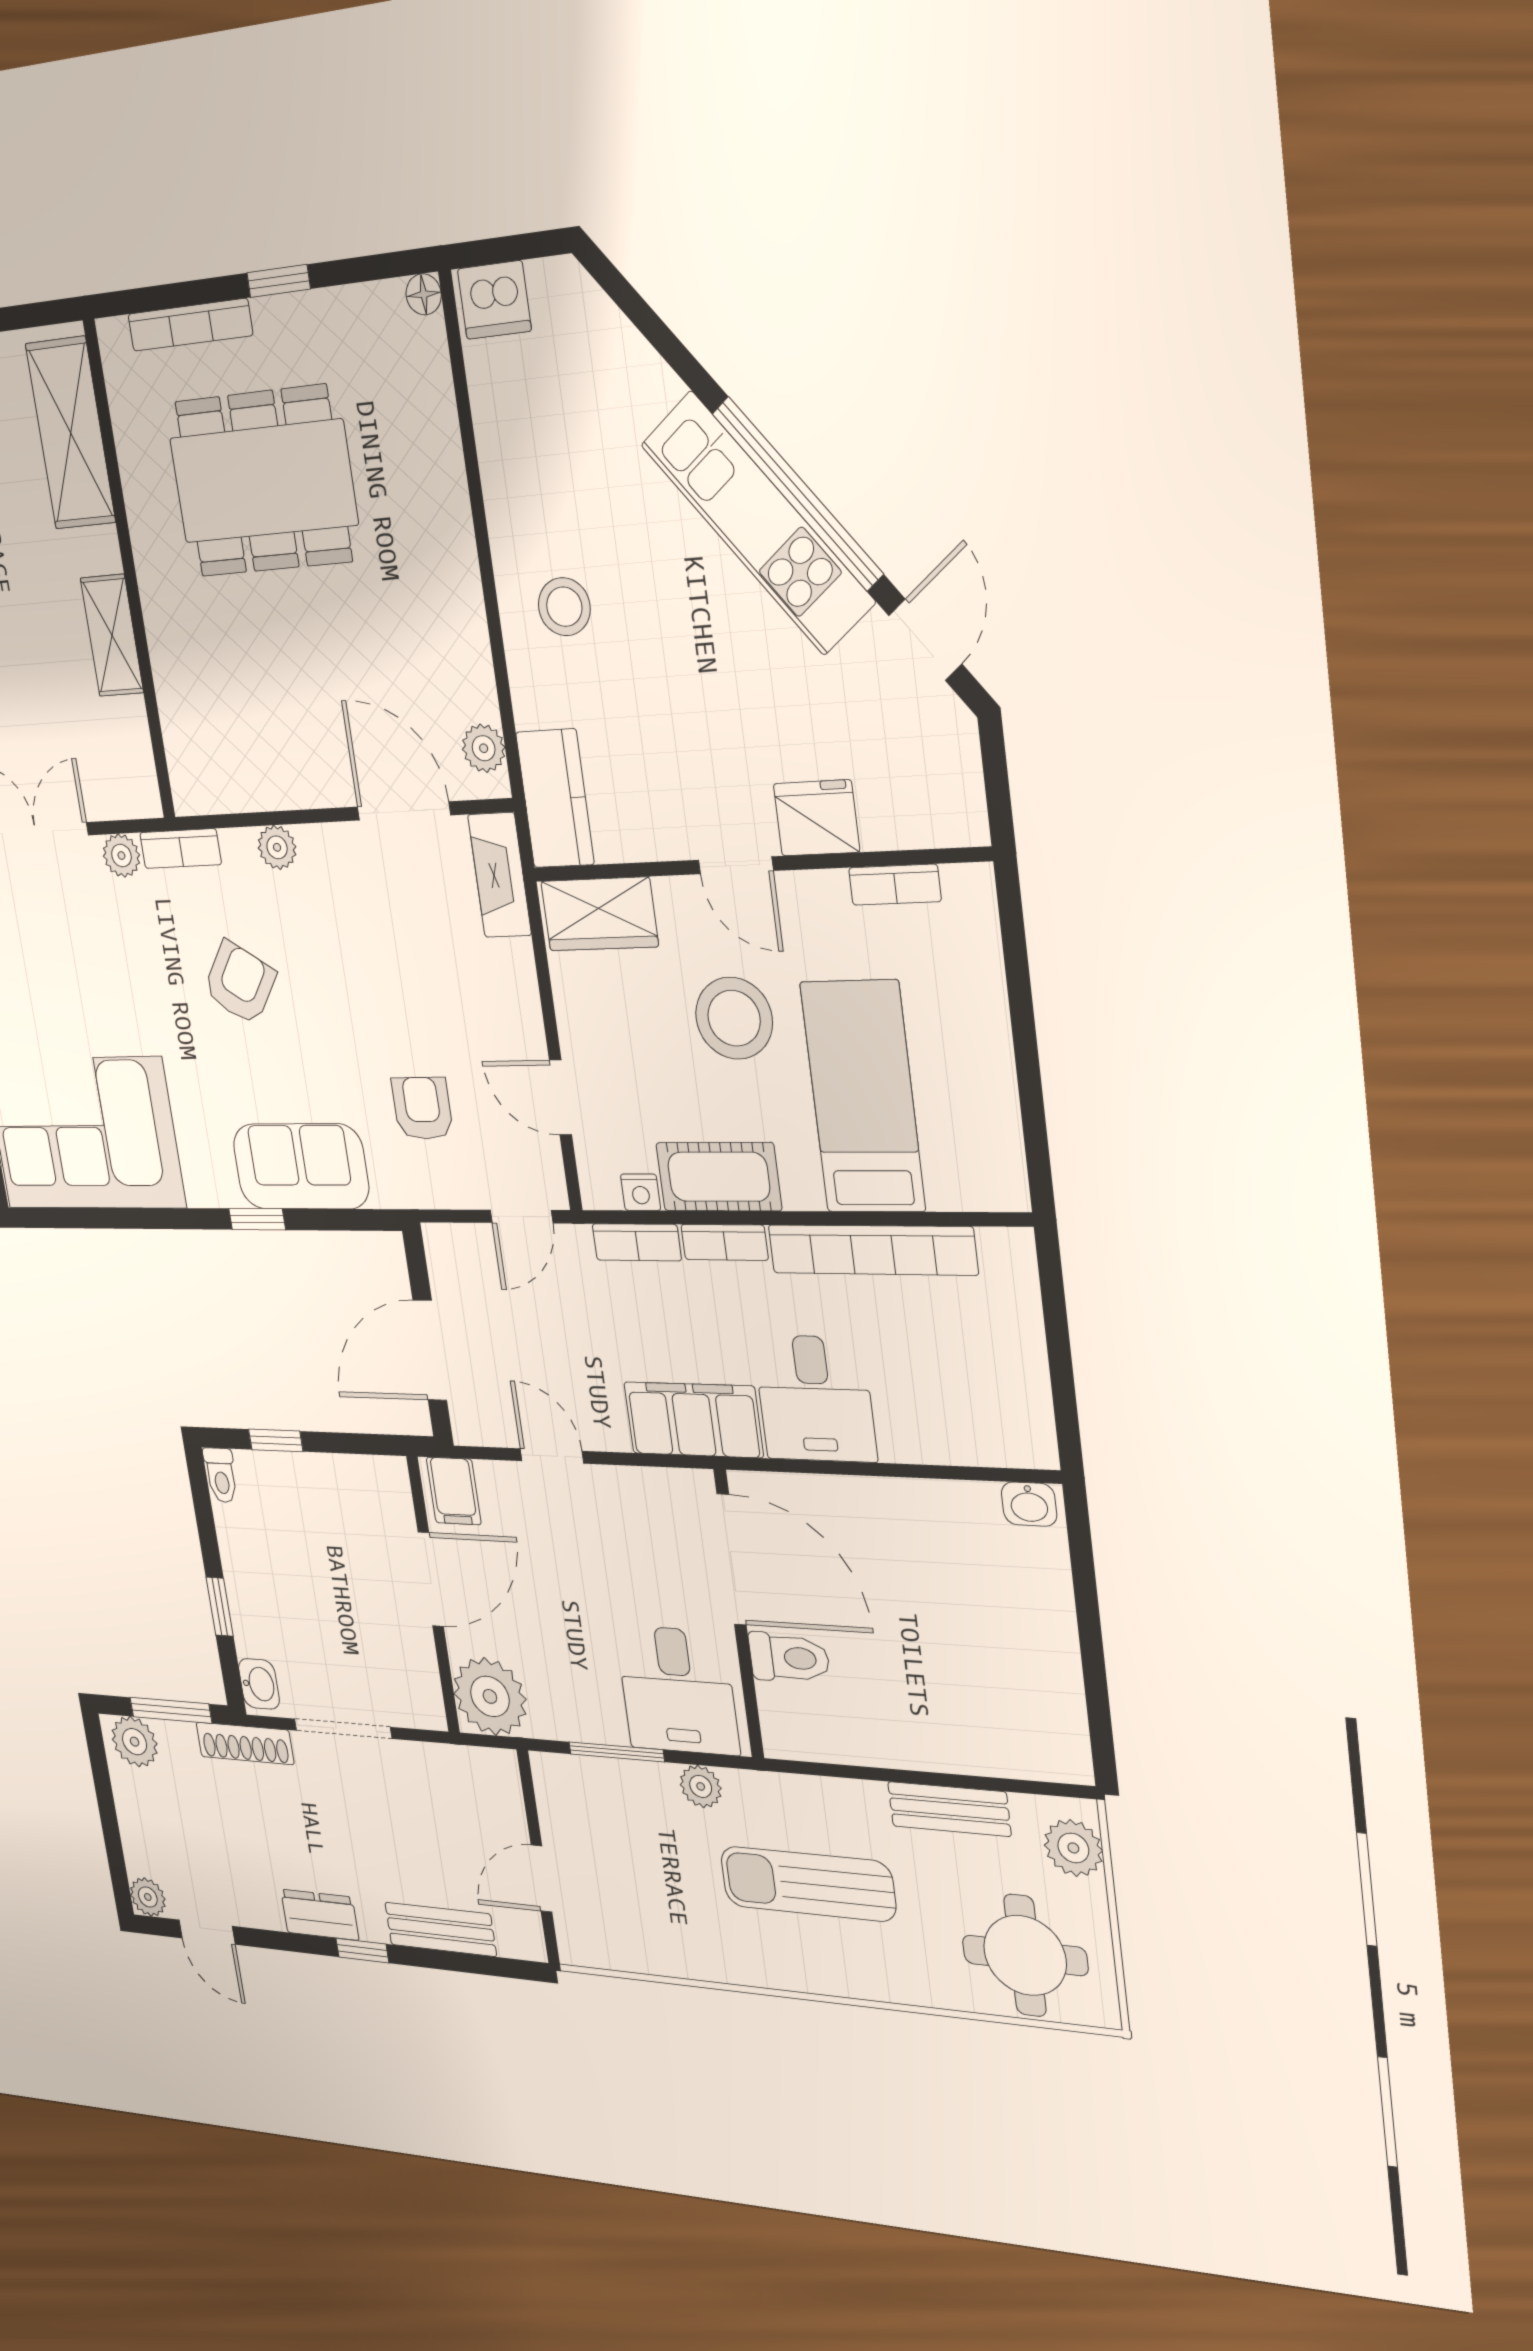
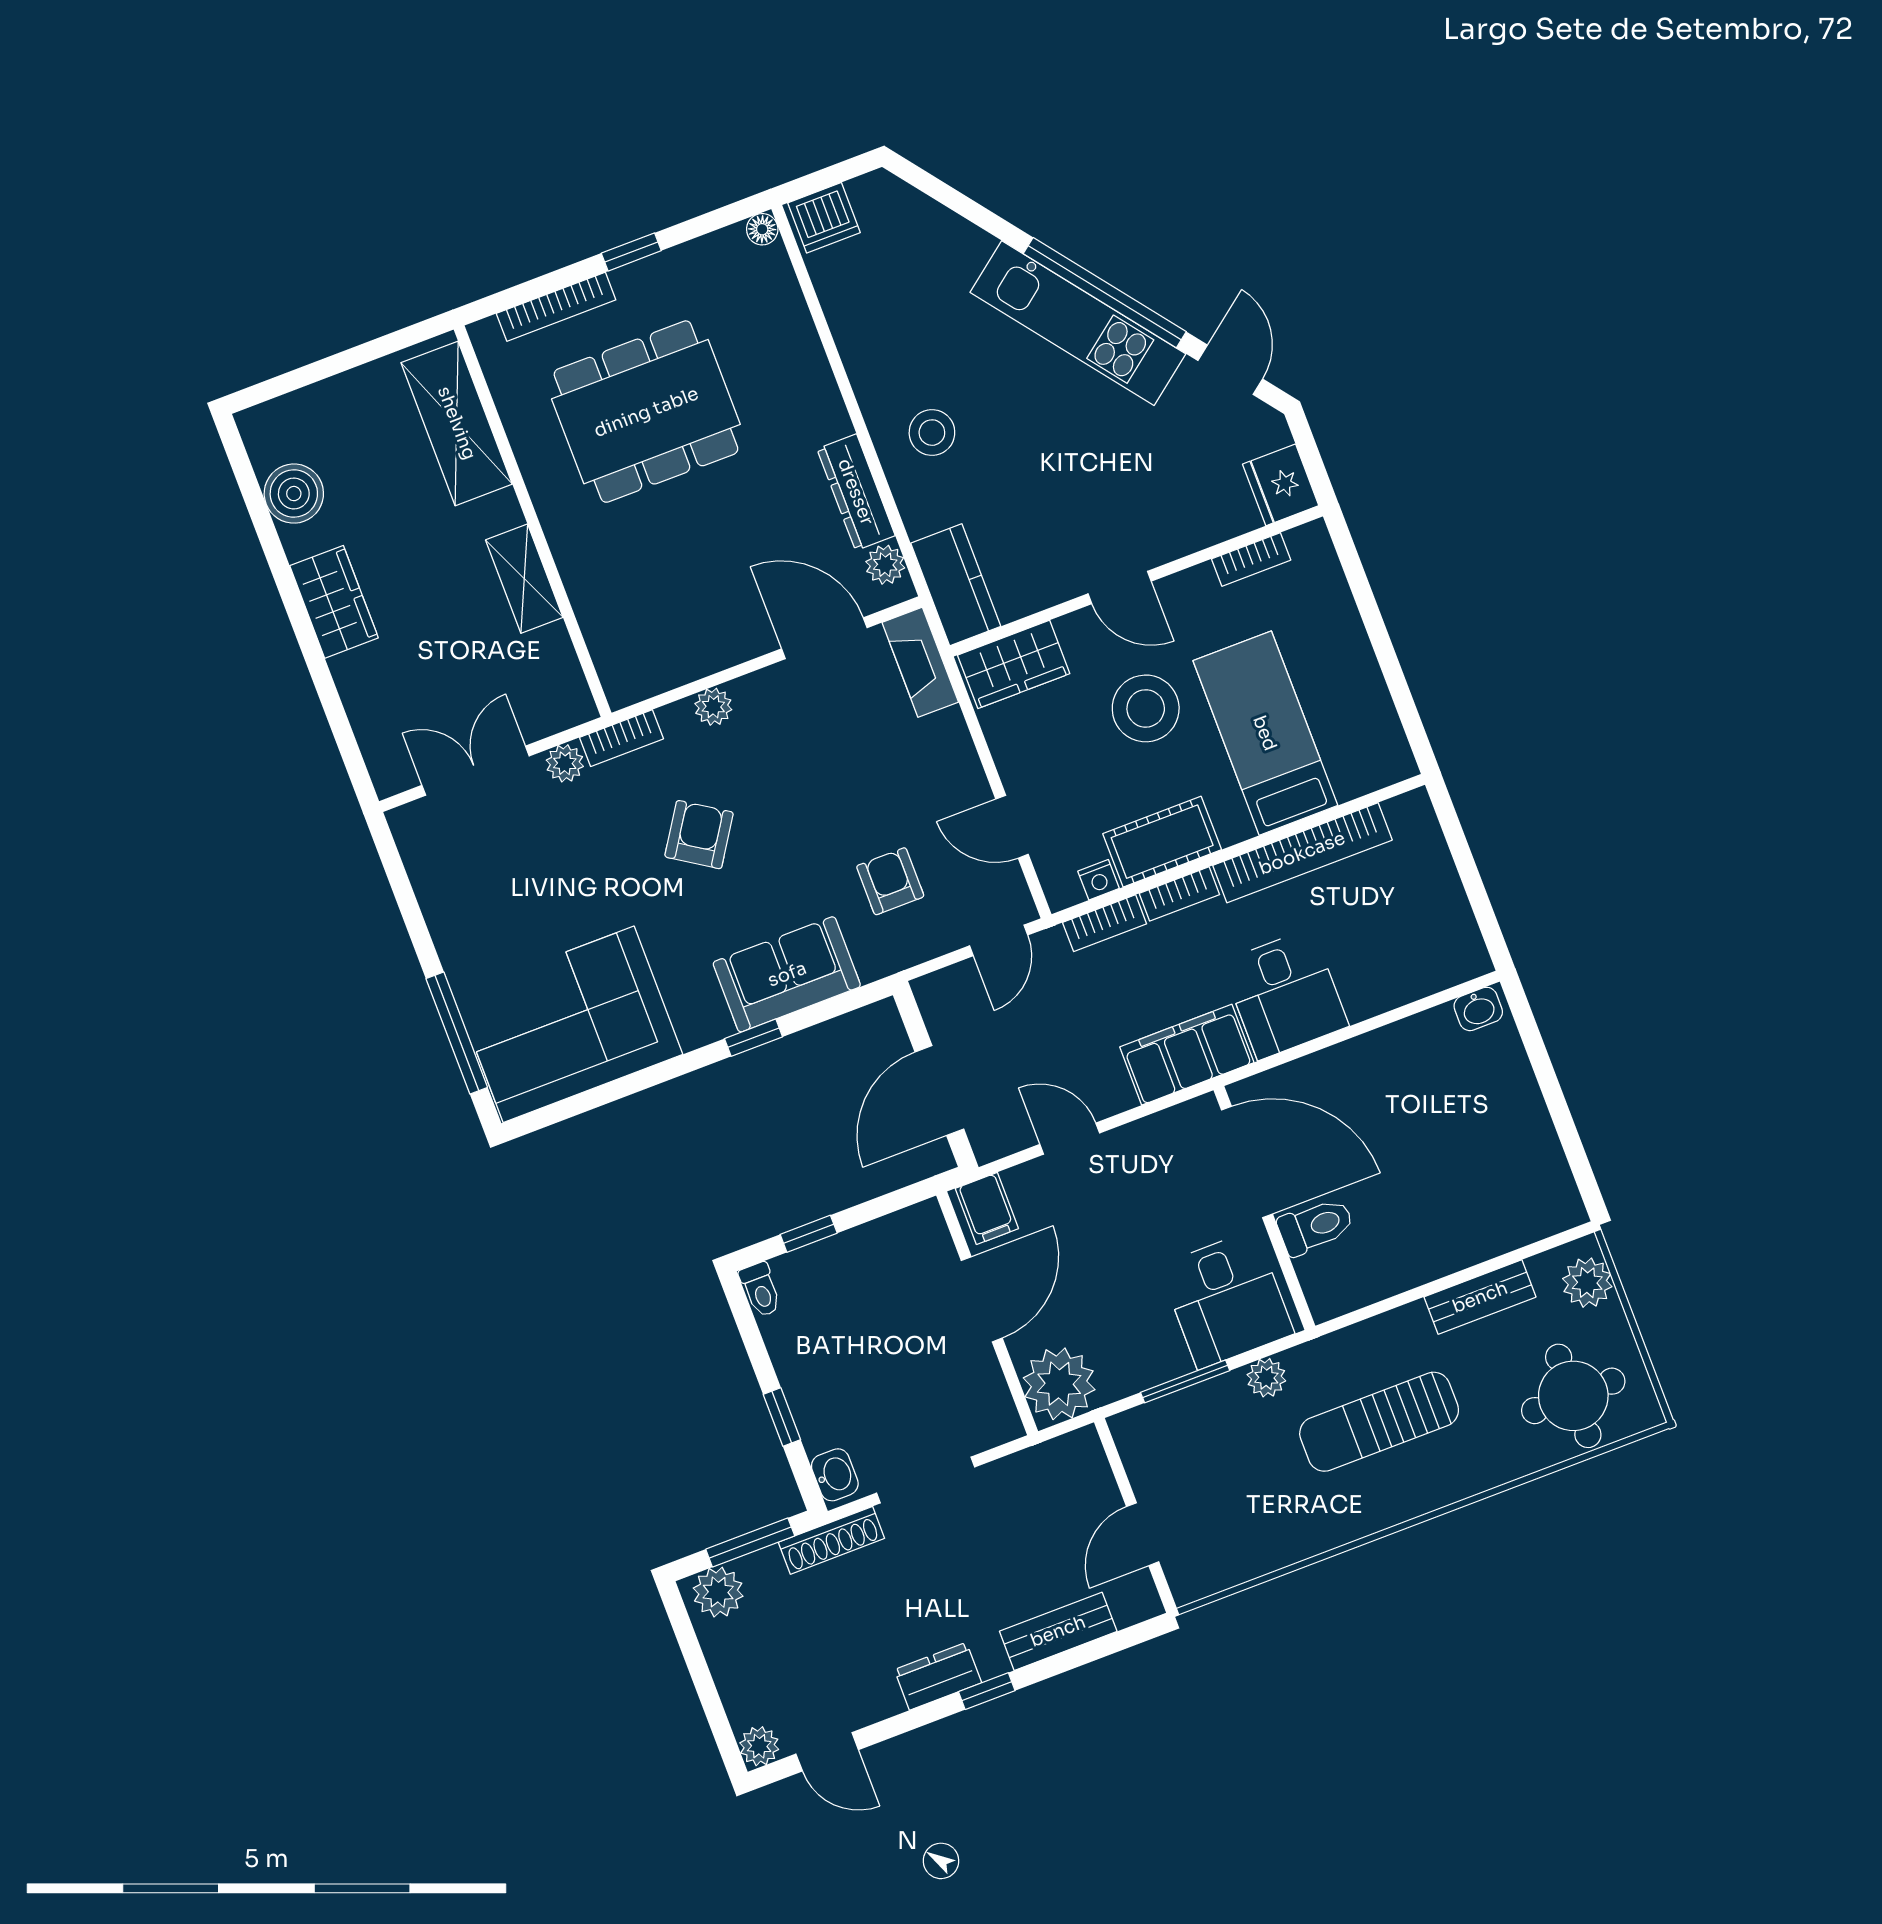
dresser: (468, 651) -> (856, 492), added
fridge: (816, 818) -> (1281, 485), moved, turned -90

